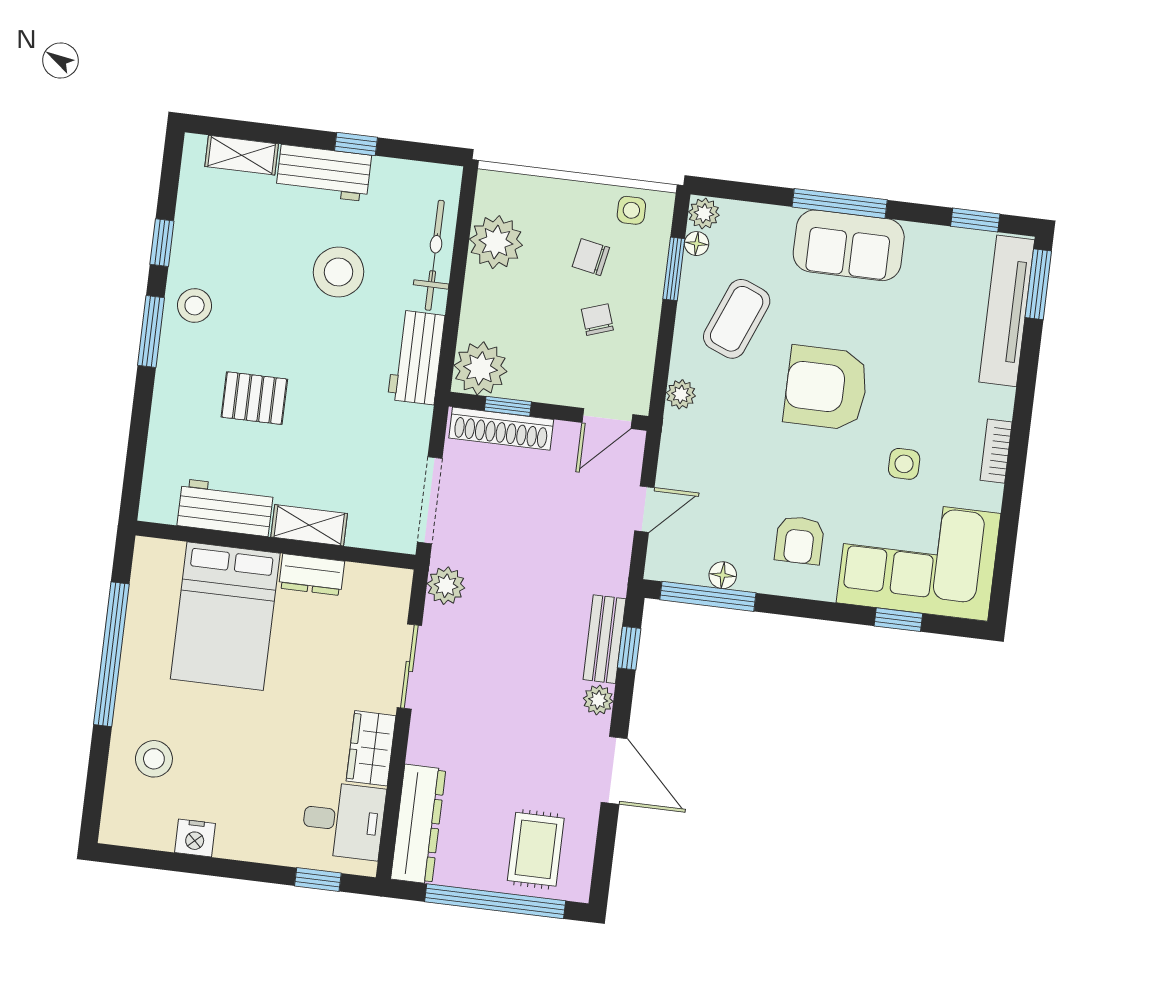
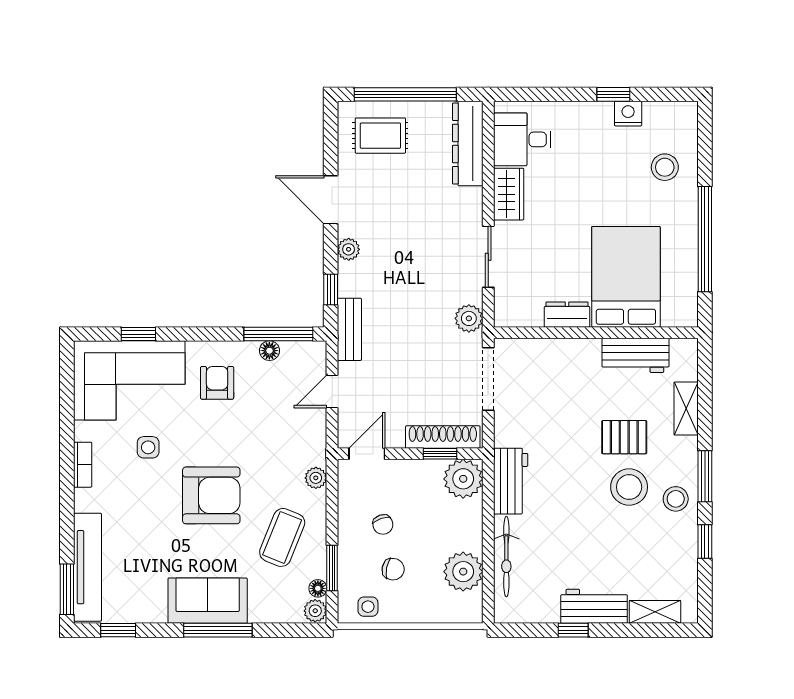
stool: (339, 272) -> (629, 487), moved
shelving: (309, 525) -> (686, 409), moved, turned 90
bench: (604, 639) -> (349, 329), moved
rug: (536, 849) -> (380, 136), turned 90
window: (318, 880) -> (613, 94), moved

